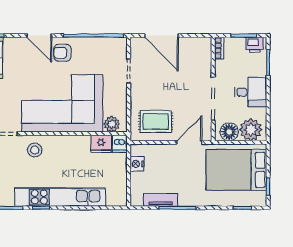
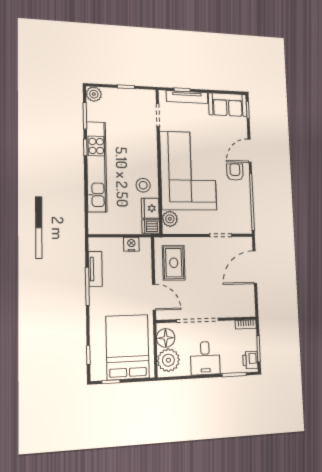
stool: (35, 150) -> (143, 185), moved

